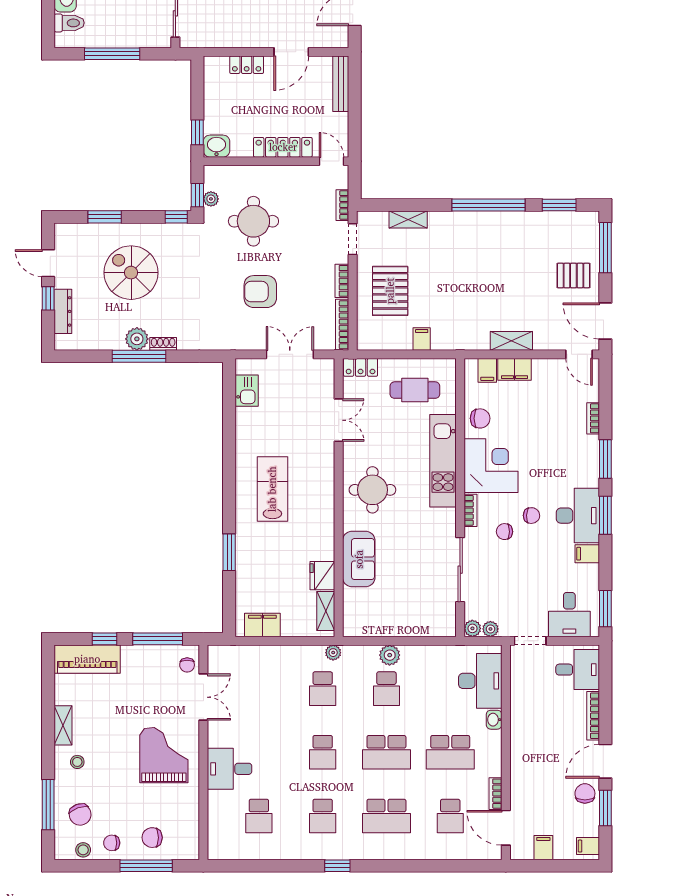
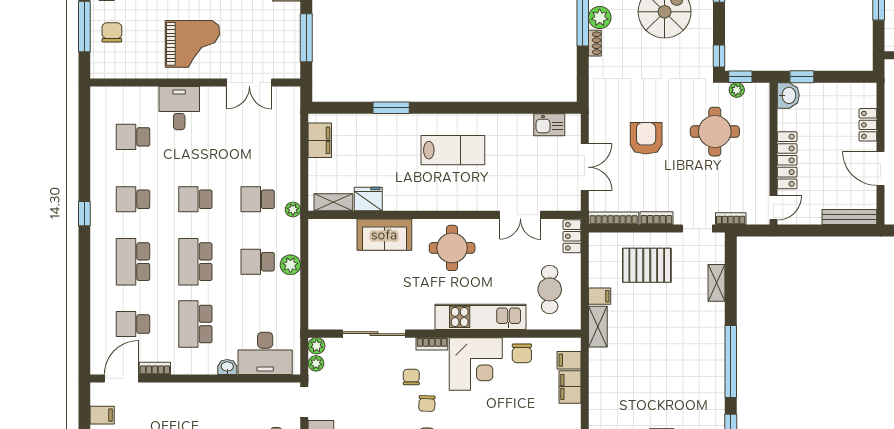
shelving: (511, 341) -> (598, 327), moved
chair: (187, 665) -> (281, 67), removed

